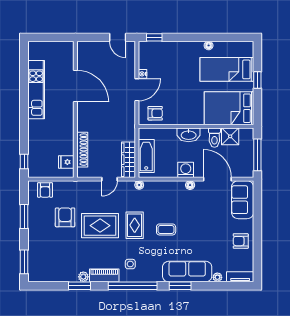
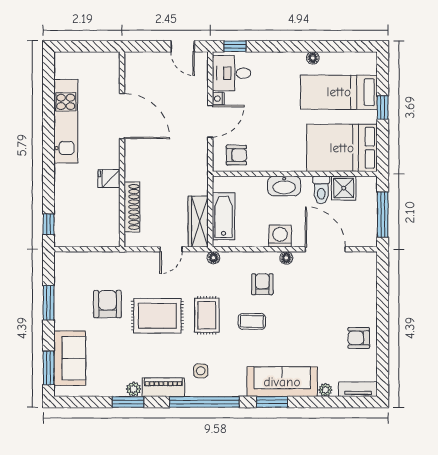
desk: (152, 56) -> (232, 73), added
fridge: (66, 162) -> (109, 179), moved
armchair: (45, 190) -> (262, 284), moved, turned 180
sofa: (243, 200) -> (70, 358), moved, turned 180

